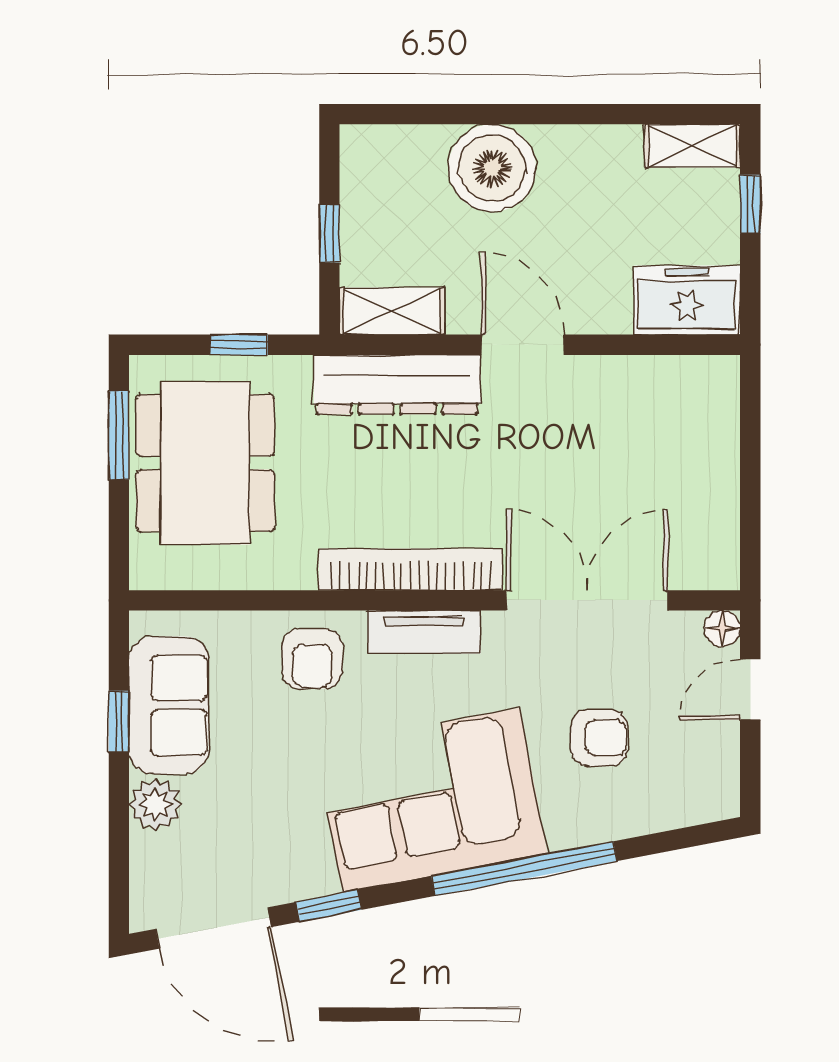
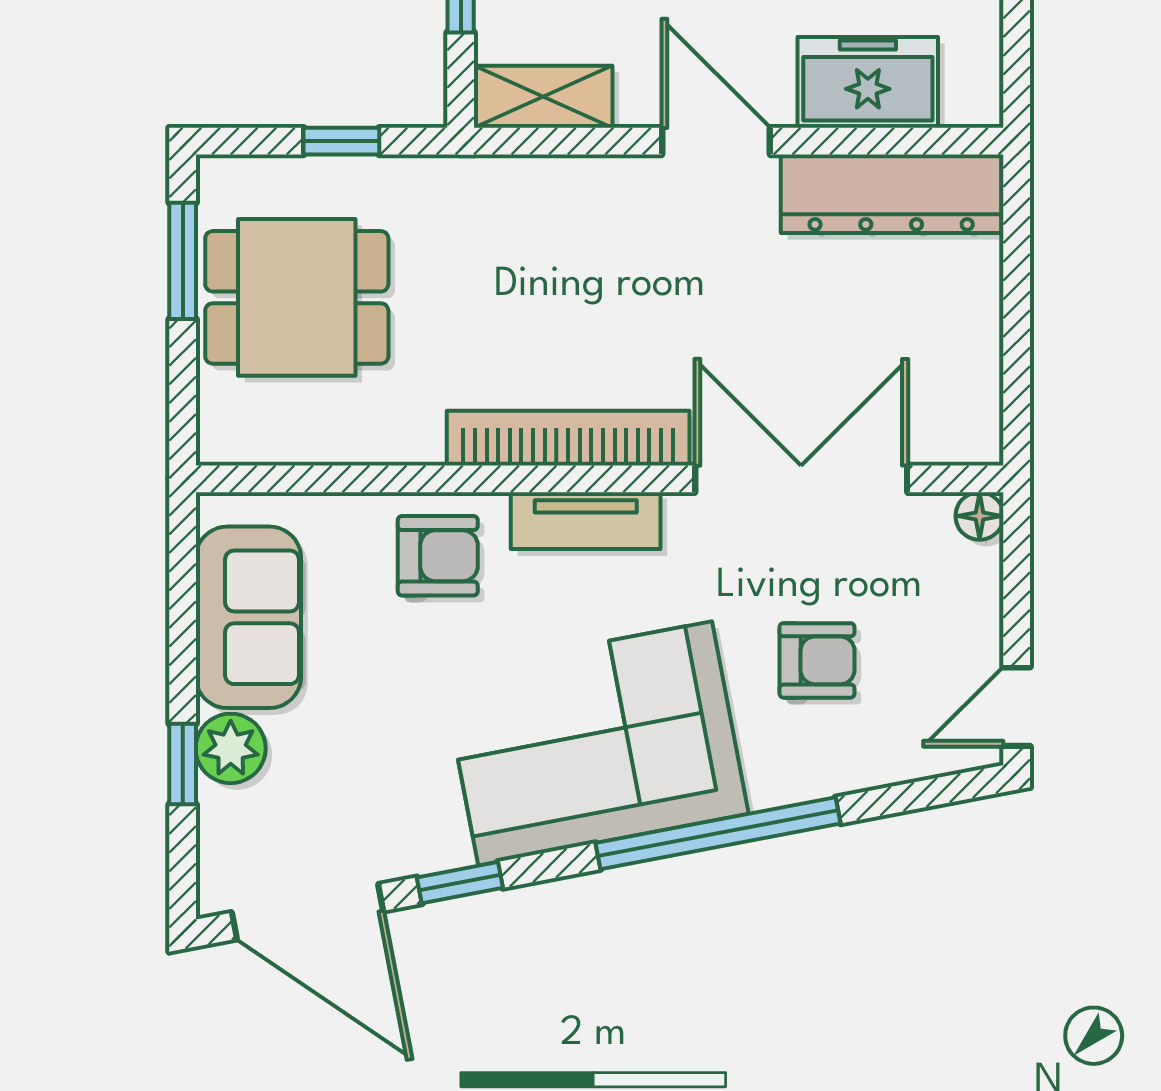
freezer: (687, 300) -> (868, 82), moved
dresser: (397, 385) -> (891, 194), moved
dining table: (205, 463) -> (297, 297), width x0.73
armchair: (312, 659) -> (438, 556), turned -90
door: (750, 689) -> (1017, 707), moved
window: (119, 721) -> (183, 764), moved

